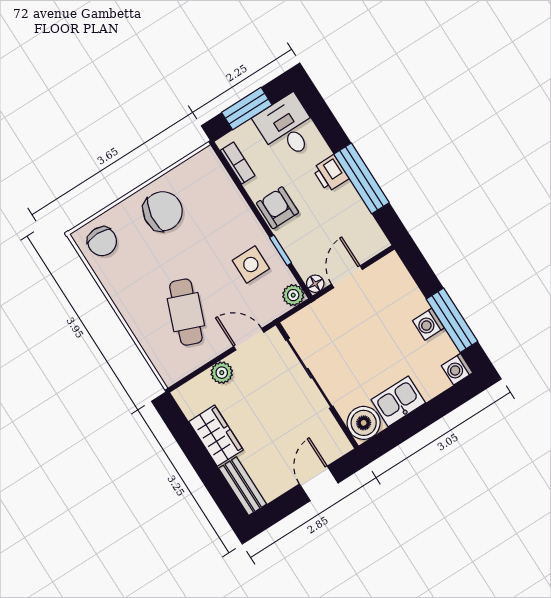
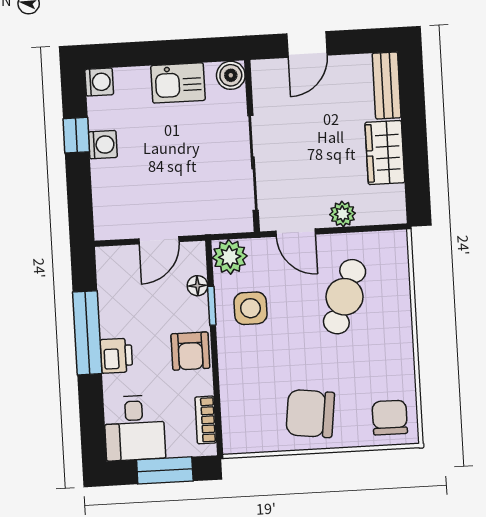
floor lamp: (315, 284) -> (197, 286), moved
plant: (293, 295) -> (230, 257), width x1.38, depth x1.38
window: (452, 320) -> (76, 135), width x0.46
boiler: (364, 423) -> (231, 75), width x0.73, depth x0.73

